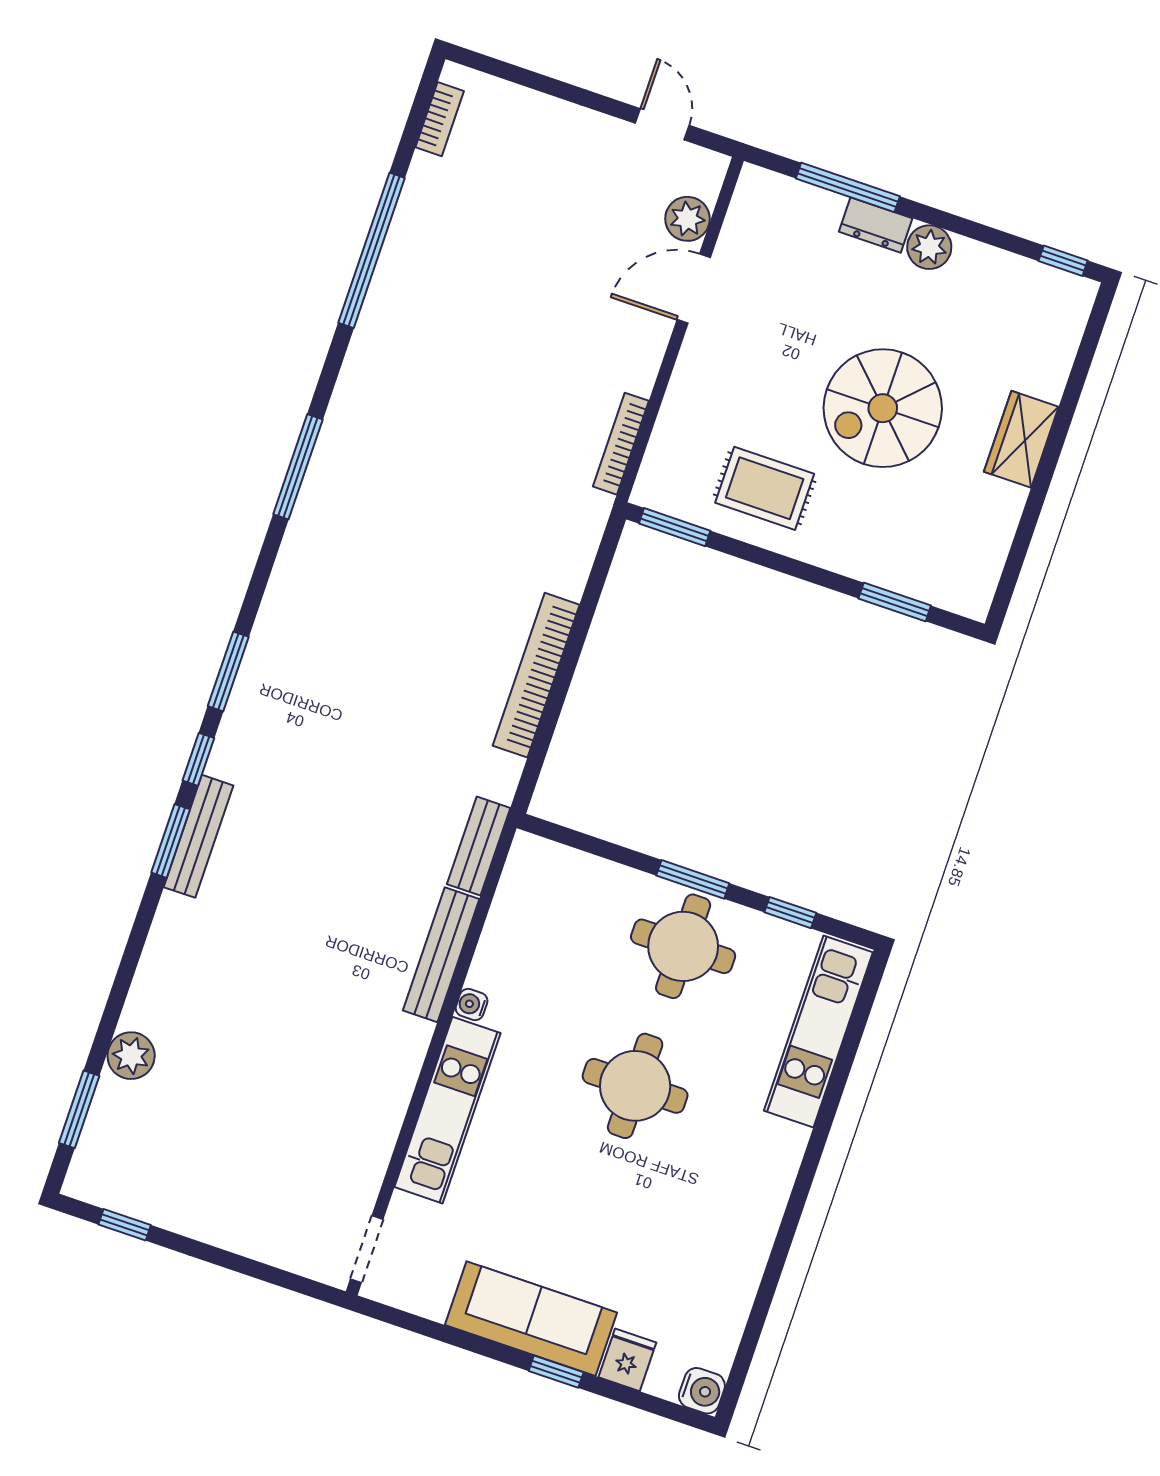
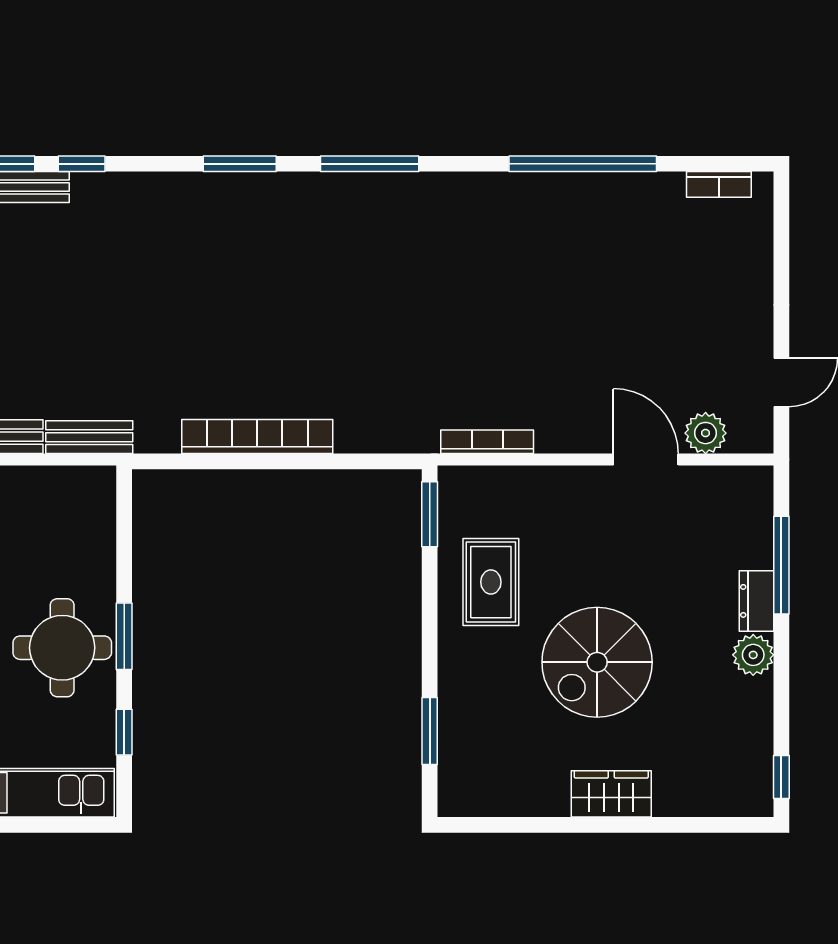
spiral stairs: (883, 408) -> (597, 662), turned -90
window: (228, 671) -> (240, 164), moved

